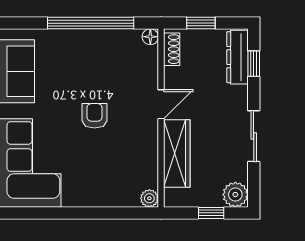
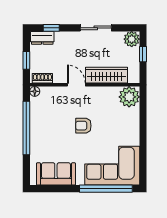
dresser: (238, 57) -> (42, 38), width x0.70
plant: (149, 198) -> (129, 97), width x1.87, depth x1.87

